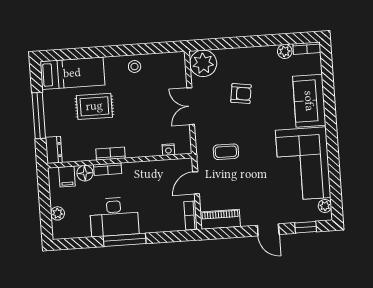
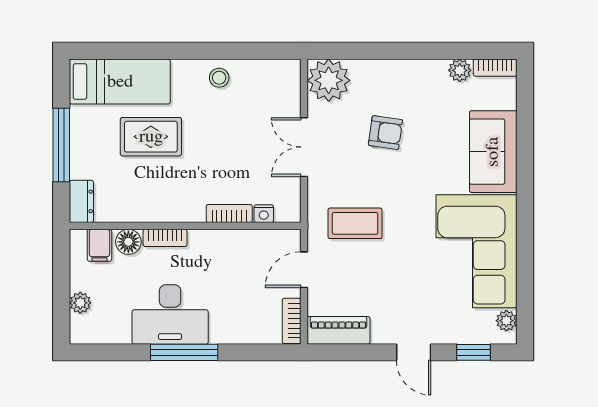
coffee table: (226, 152) -> (355, 223), width x1.36, depth x1.30
bookcase: (110, 154) -> (229, 214), moved

